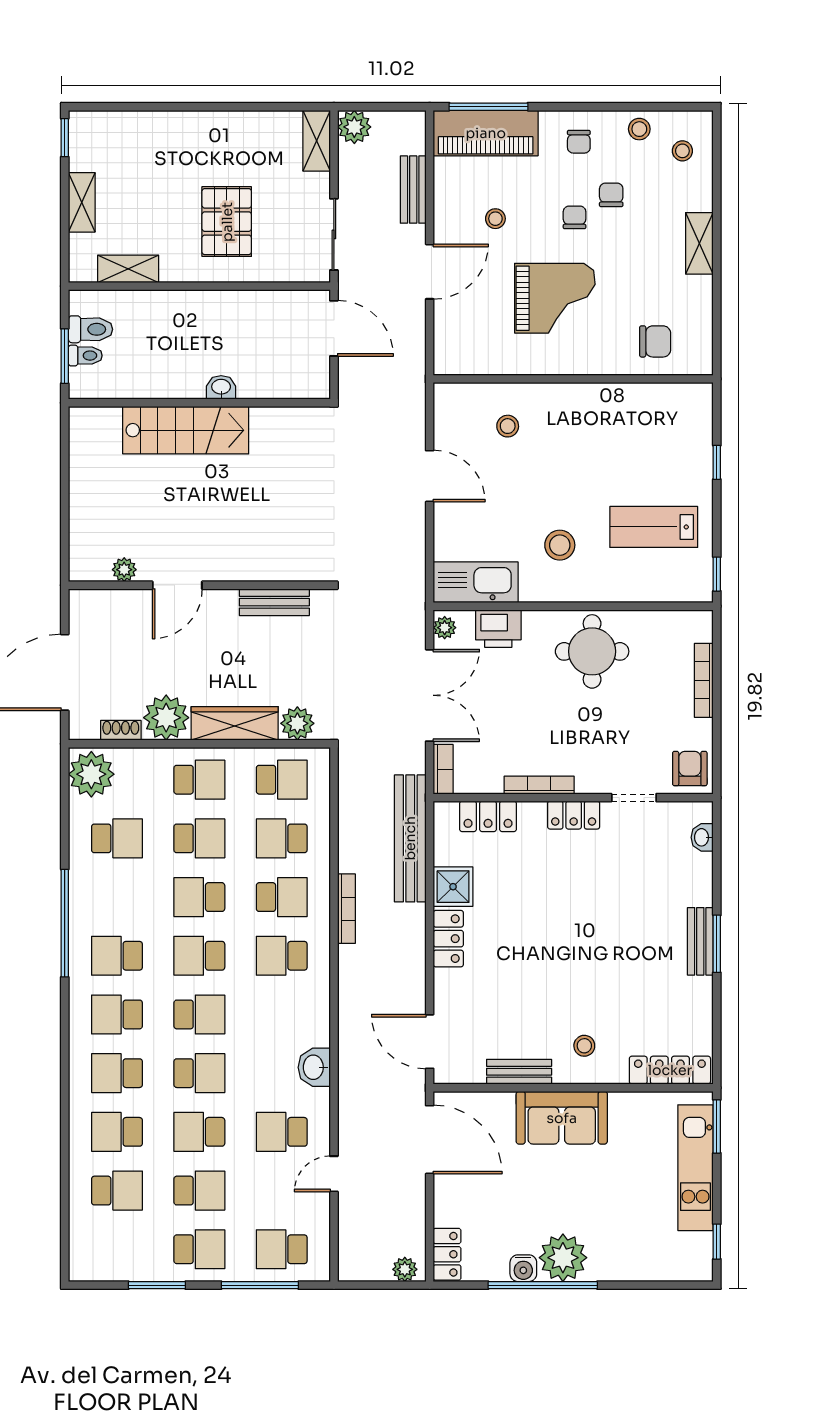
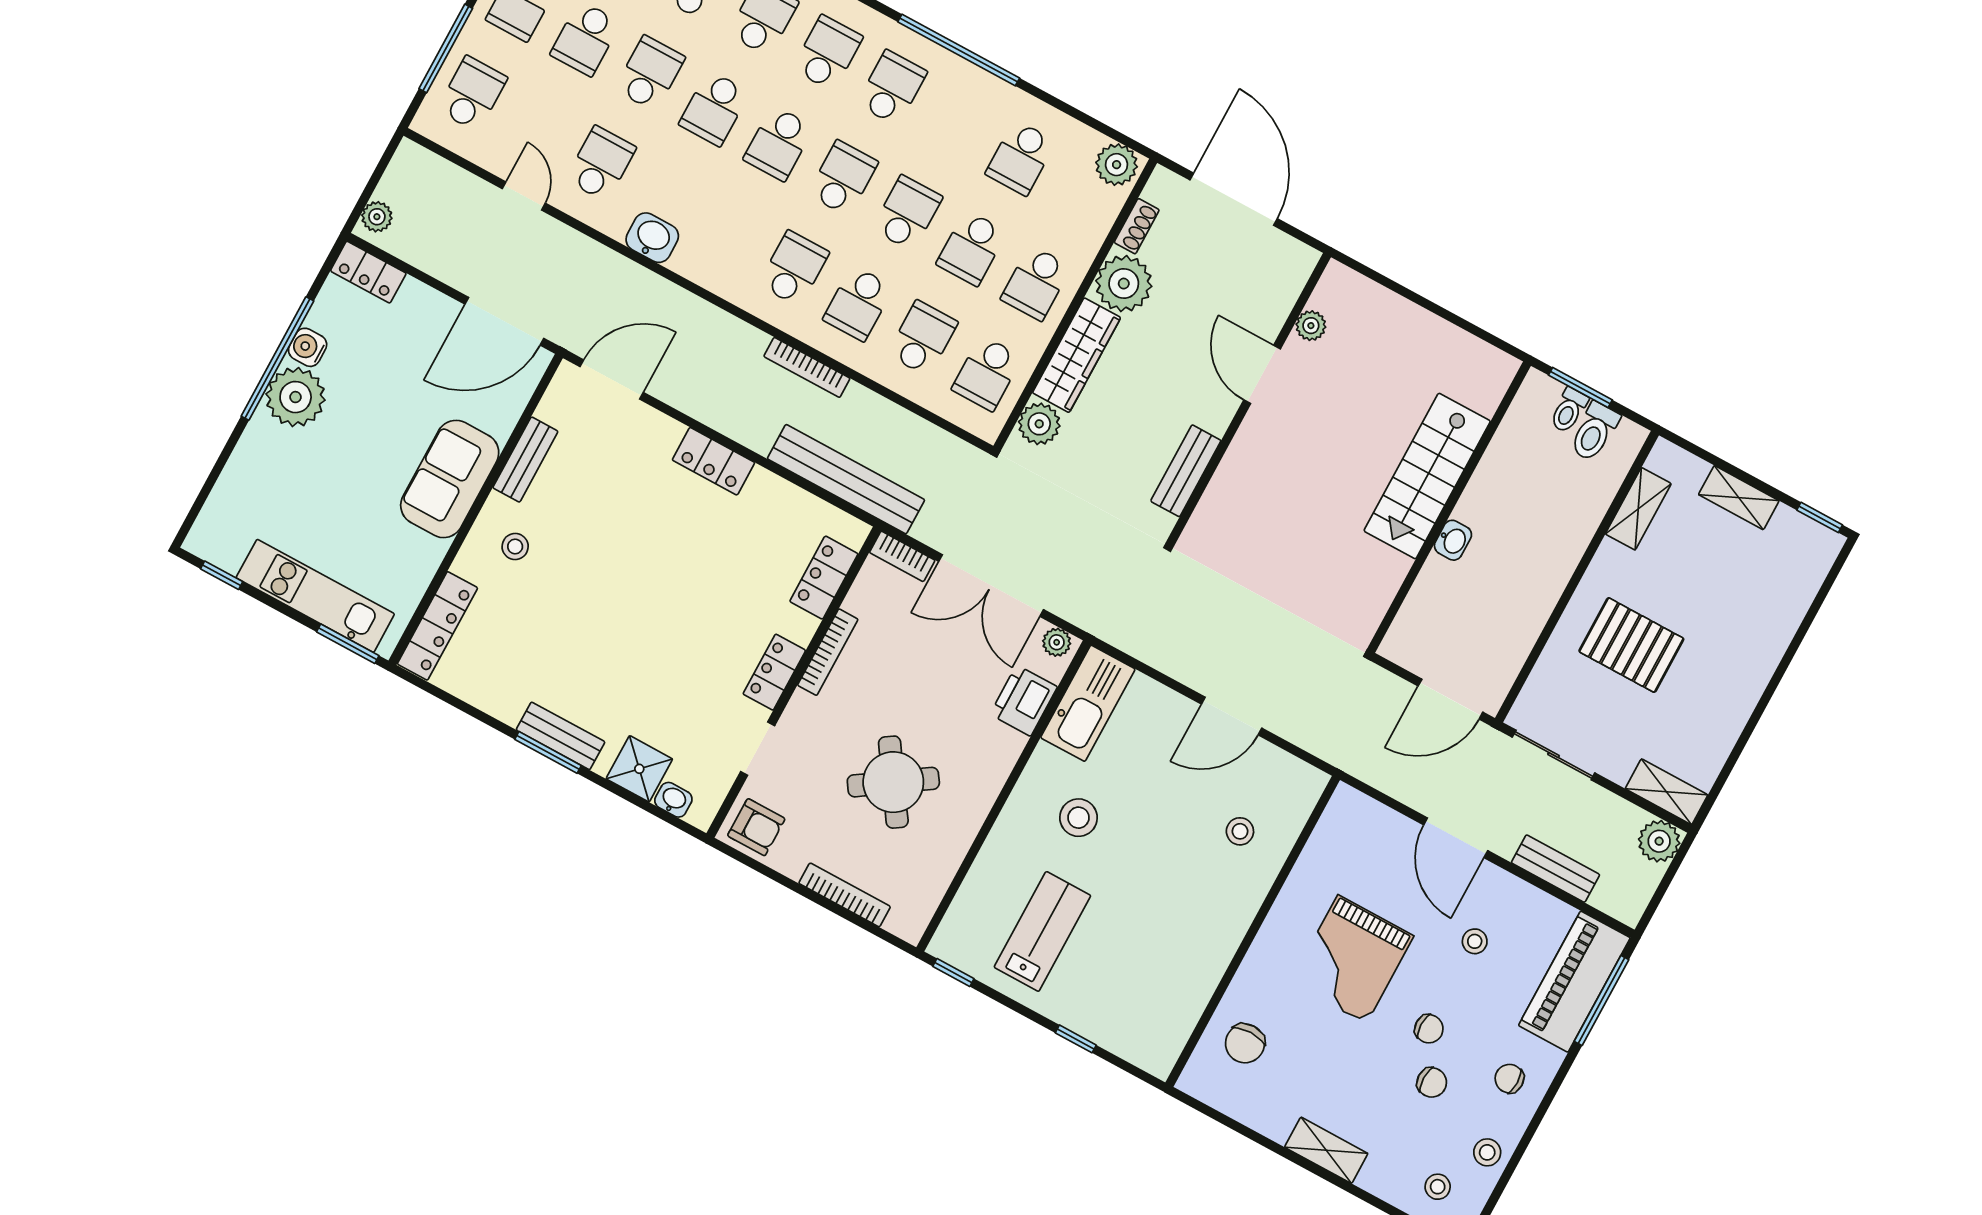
round table: (592, 651) -> (893, 782), moved, turned -34
plant: (91, 774) -> (1117, 165), width x0.73, depth x0.73
shower: (453, 887) -> (639, 769), moved

